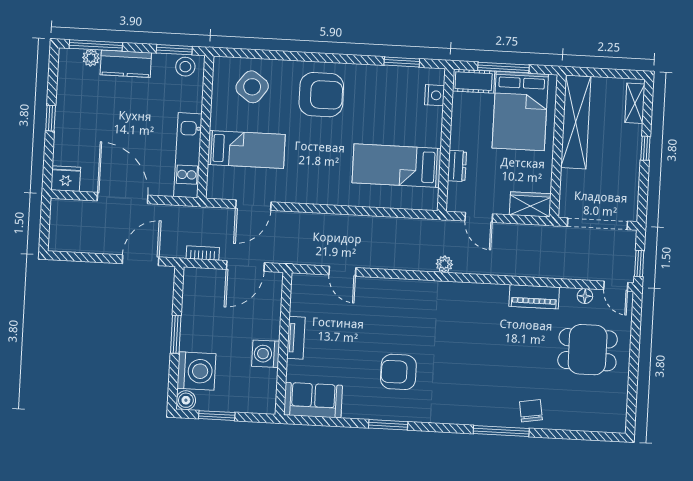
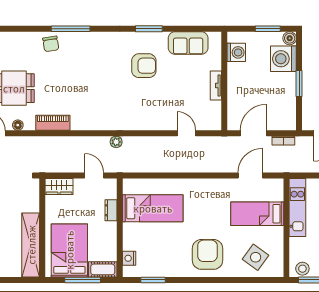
armchair: (321, 95) -> (207, 254), turned 90
washing machine: (266, 354) -> (236, 52), moved
sofa: (313, 400) -> (188, 43), moved

